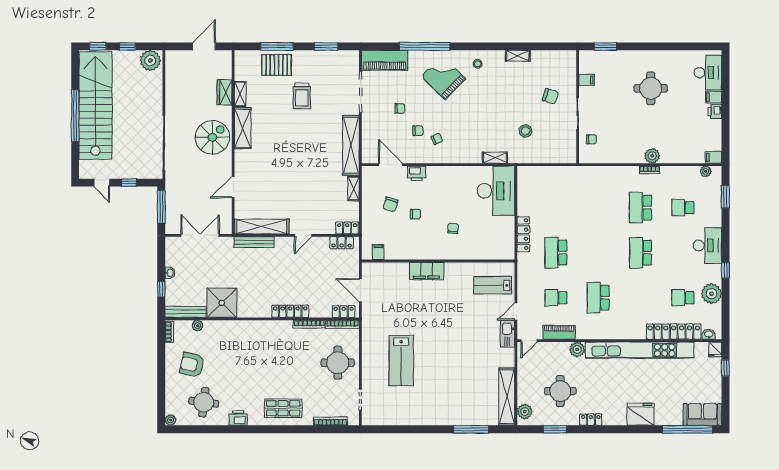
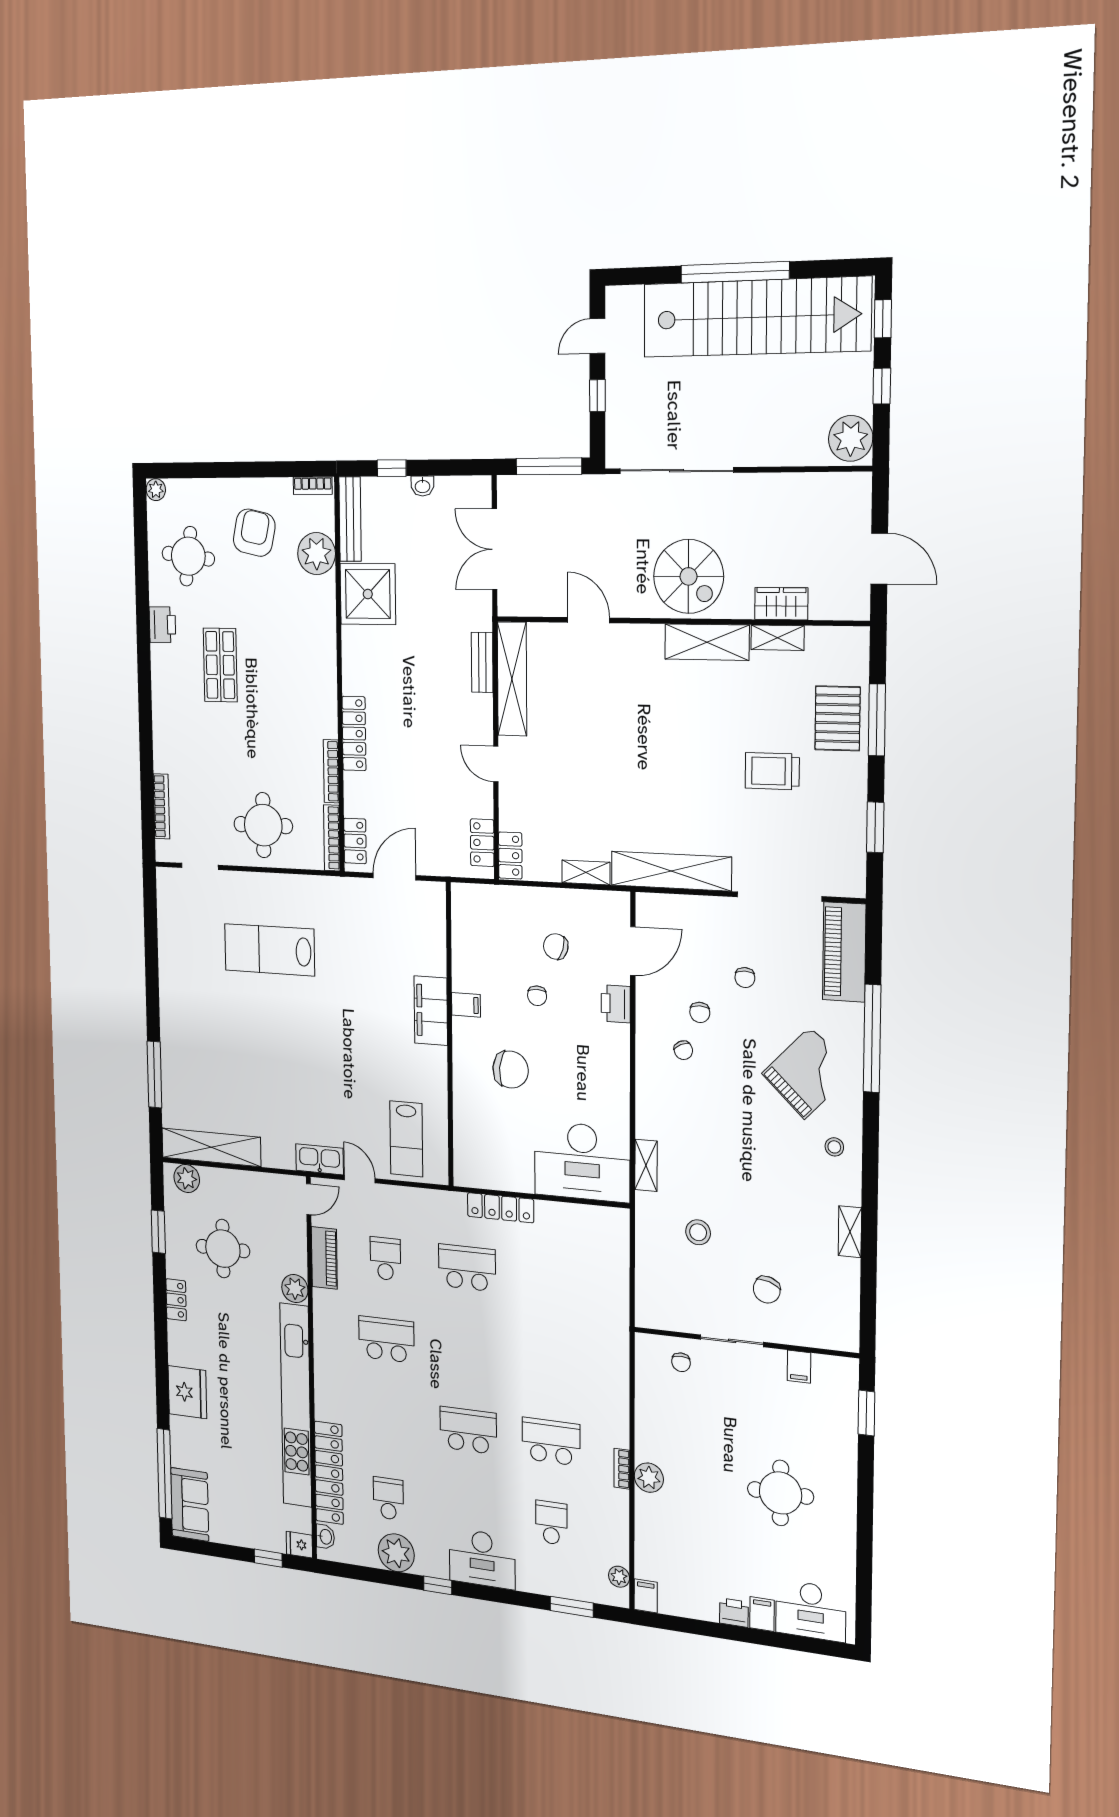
chair: (453, 228) -> (511, 1070), width x1.87, depth x1.87
double door: (200, 235) -> (495, 549), swing flipped
bench: (254, 242) -> (482, 662), width x0.73
filing cabinet: (378, 252) -> (466, 1005), moved
lab bench: (493, 285) -> (406, 1139), turned 180
plant: (197, 326) -> (317, 554), width x1.87, depth x1.87
door: (529, 341) -> (309, 1199), swing flipped
shop shelf: (283, 408) -> (220, 665), moved

